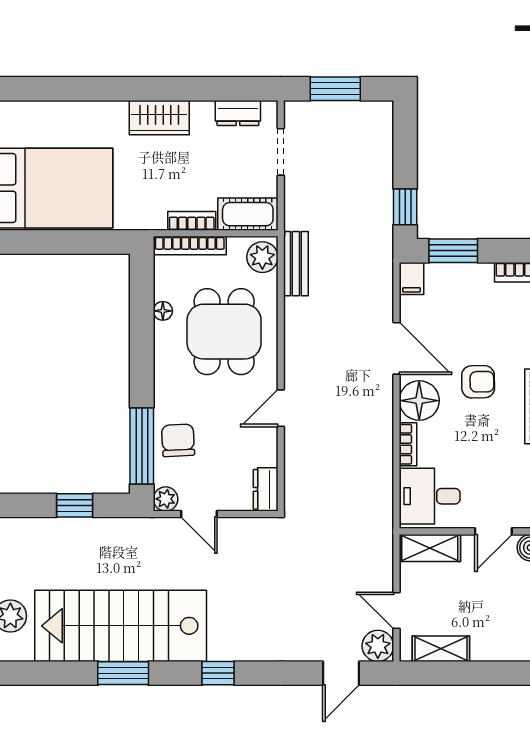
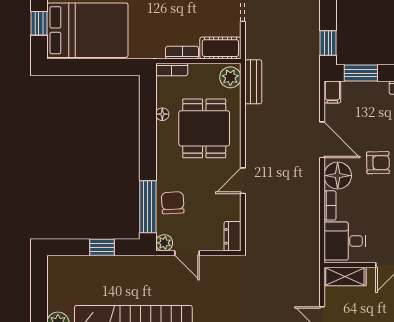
bookcase: (190, 246) -> (172, 69), width x0.64

